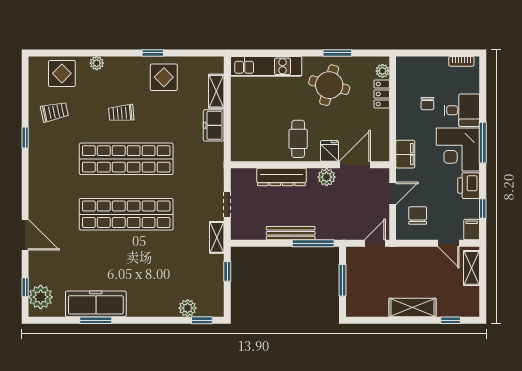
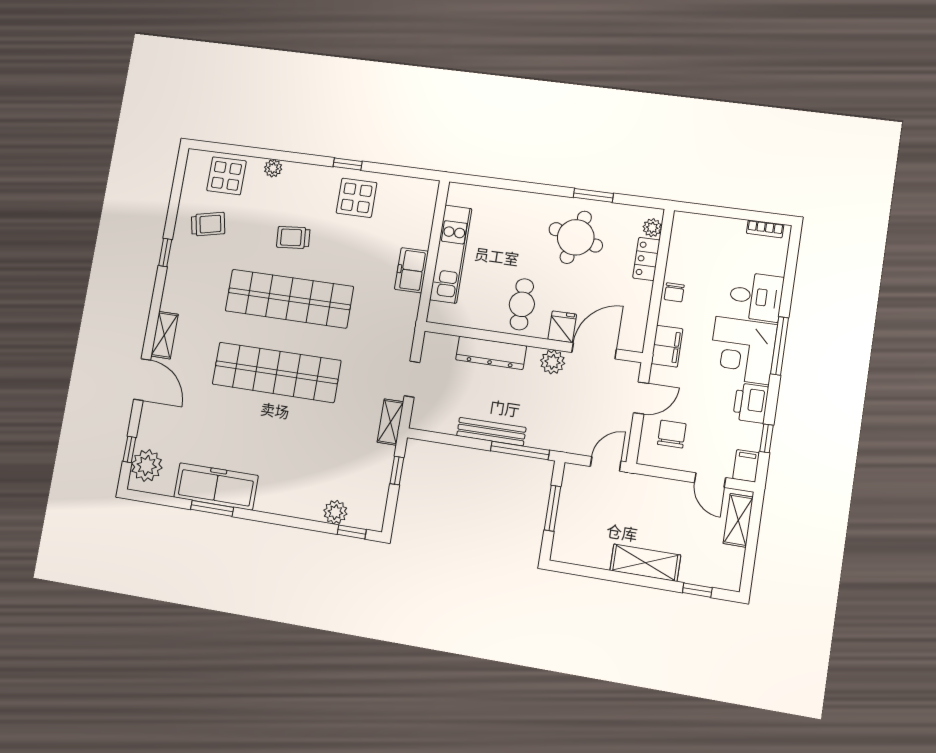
kitchen unit: (266, 66) -> (451, 254), moved, turned -90
shelving: (216, 91) -> (164, 335), moved
chair: (427, 104) -> (674, 292), moved

